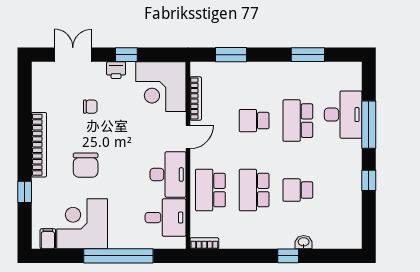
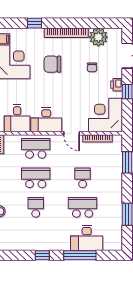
plant: (45, 97) -> (98, 37), added

